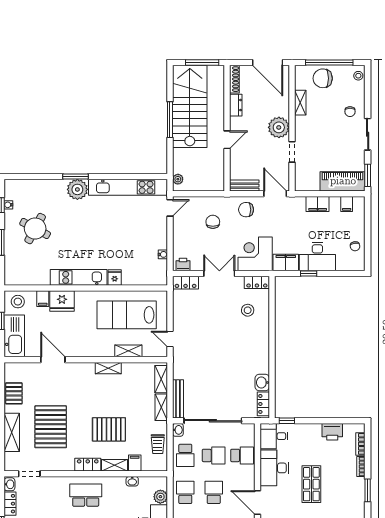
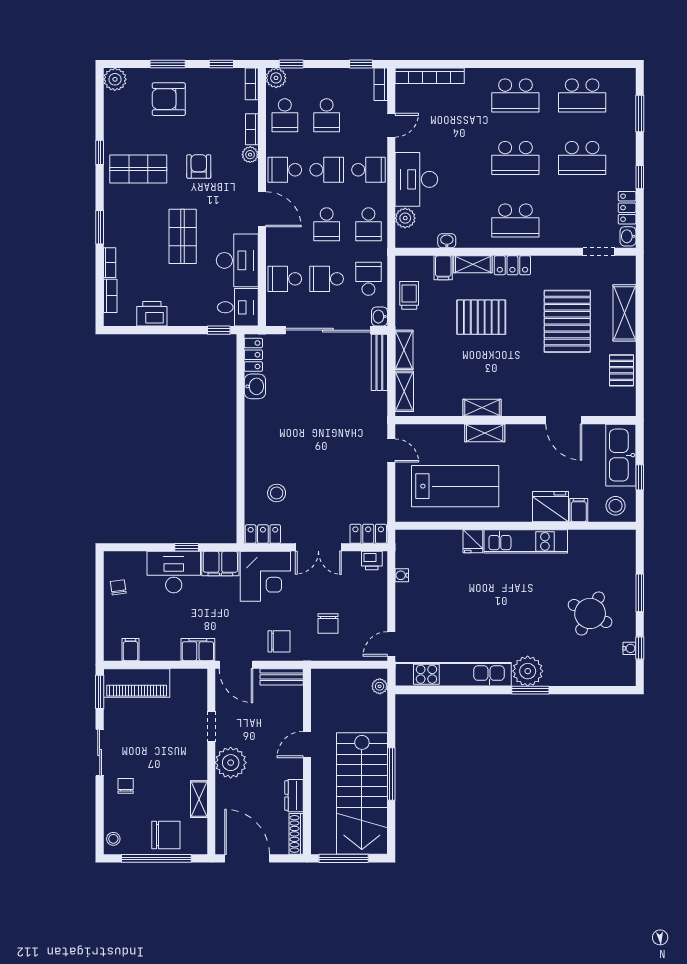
filing cabinet: (318, 204) -> (198, 650), moved
shelving: (128, 351) -> (485, 433), moved

